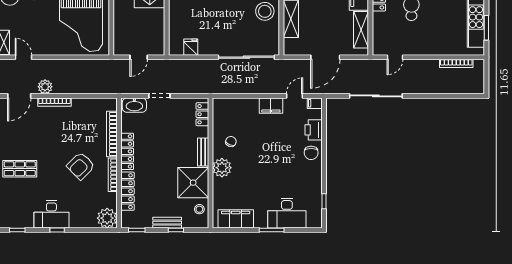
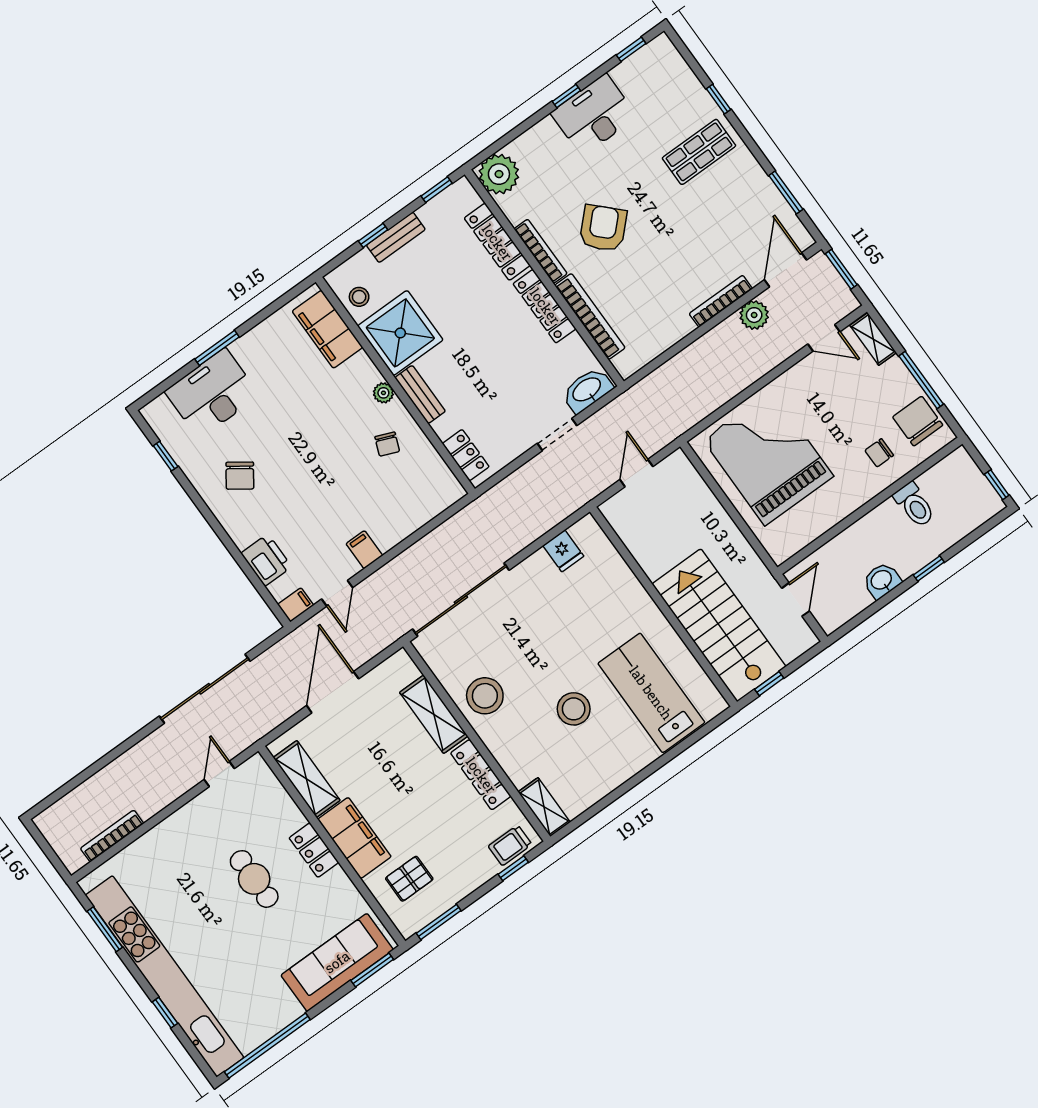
filing cabinet: (271, 106) -> (364, 550), width x0.50
chair: (311, 153) -> (240, 476), moved, turned -145
plant: (222, 168) -> (383, 393), width x0.53, depth x0.53
filing cabinet: (236, 219) -> (327, 329), moved, turned 90

